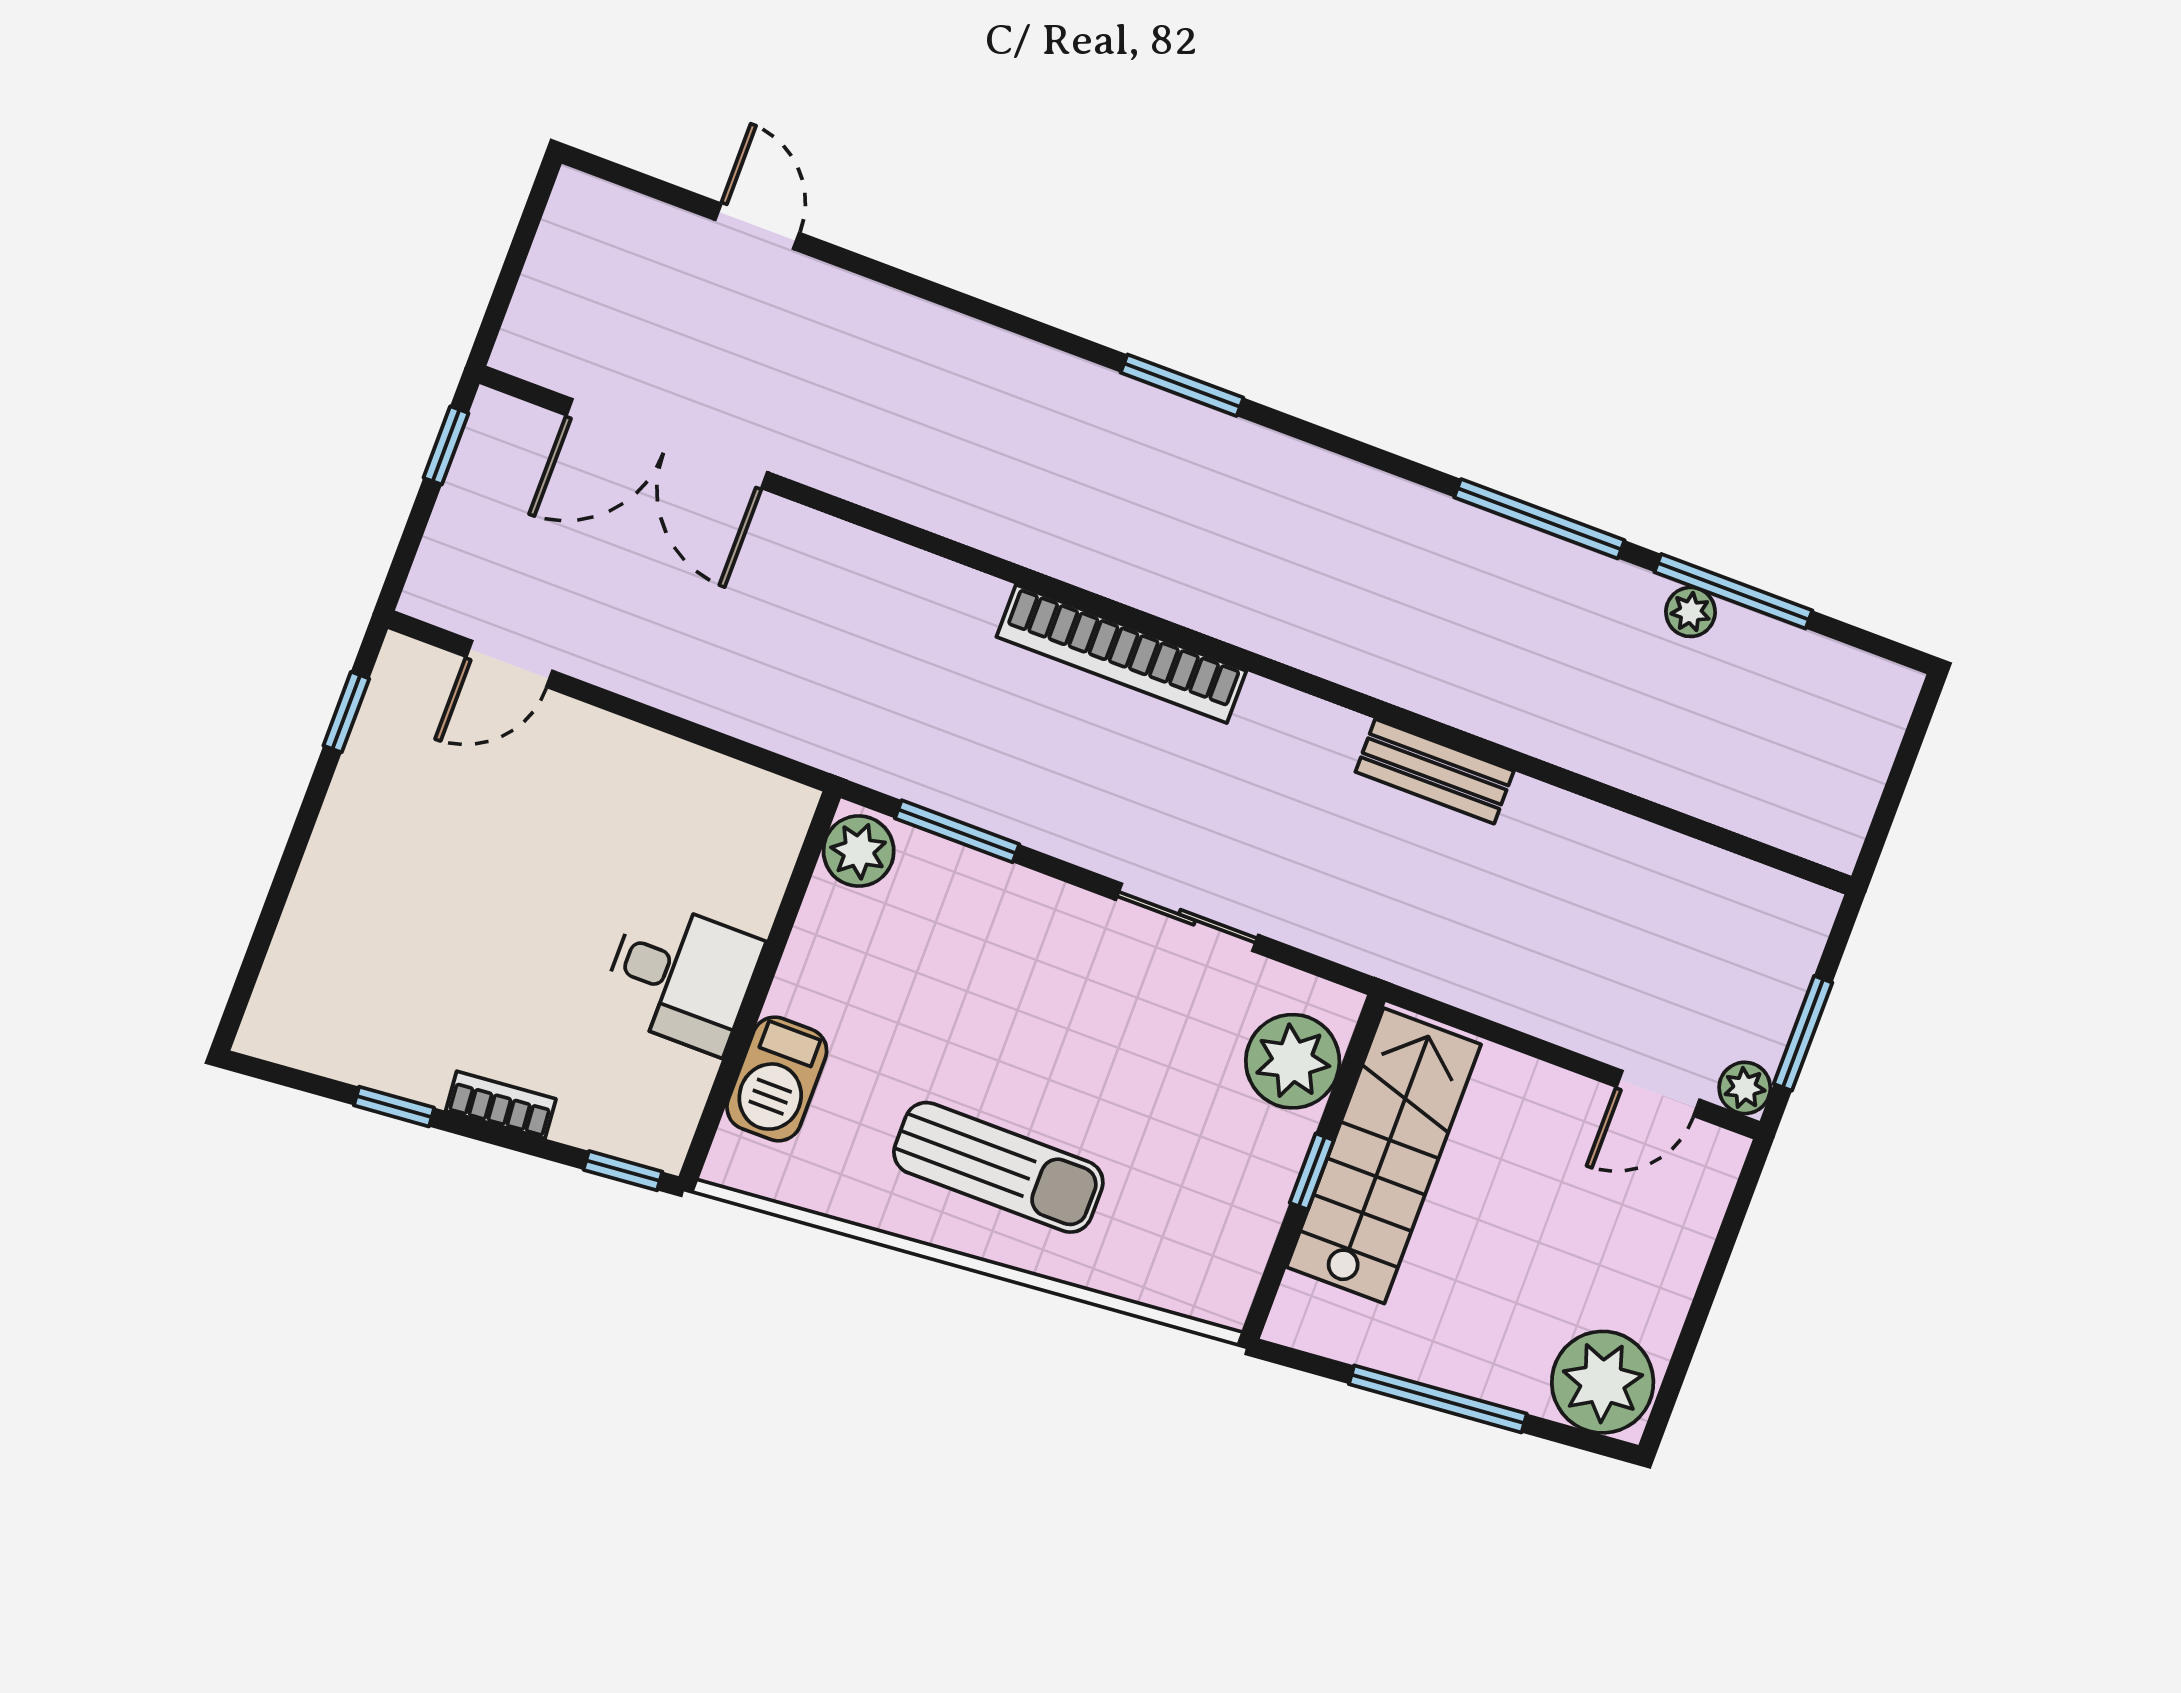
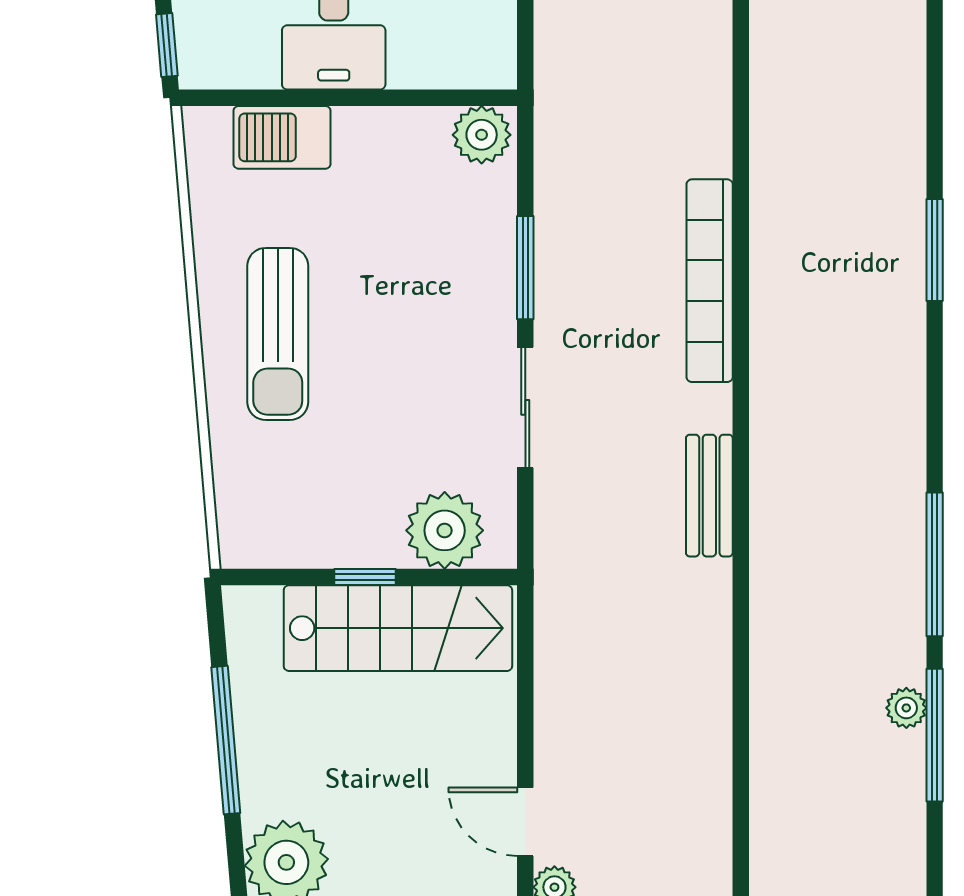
bench: (1435, 771) -> (709, 496), moved
window: (957, 831) -> (525, 268), moved

